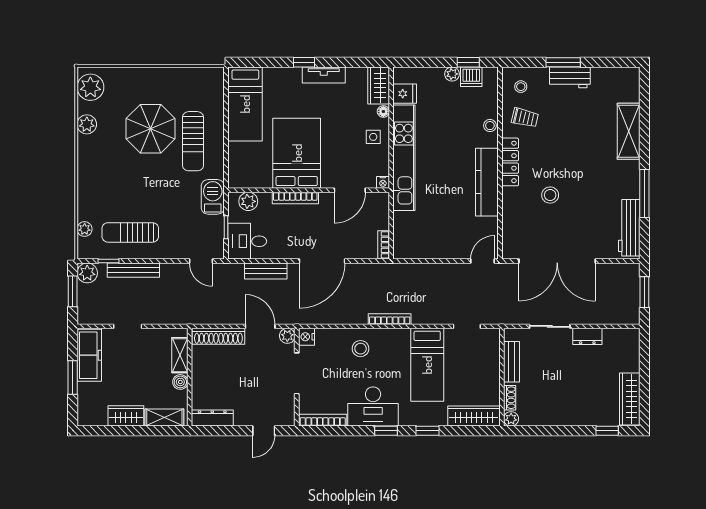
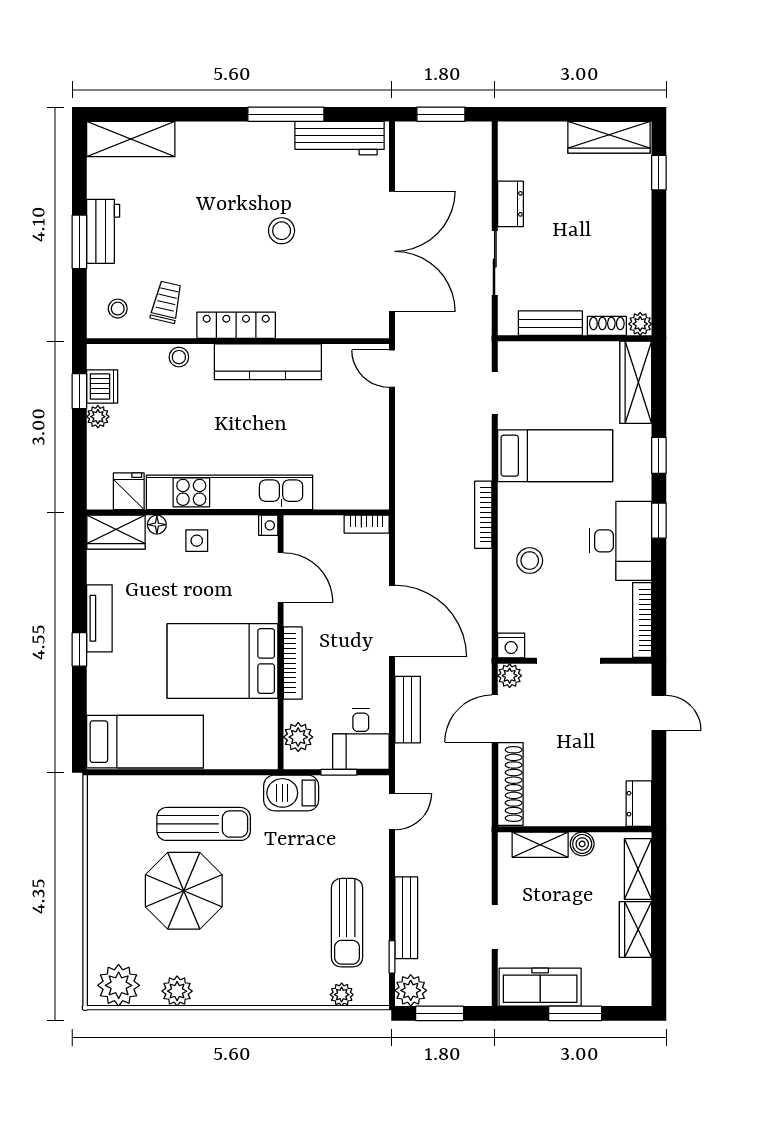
shelving: (629, 131) -> (131, 139), moved
stool: (550, 195) -> (282, 231), moved
dresser: (212, 418) -> (639, 804), width x0.70

